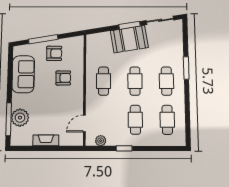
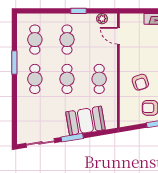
booth: (129, 39) -> (85, 121), moved
window: (186, 68) -> (14, 62), moved
armchair: (63, 78) -> (140, 82), turned -108
door: (84, 123) -> (118, 36), swing flipped

